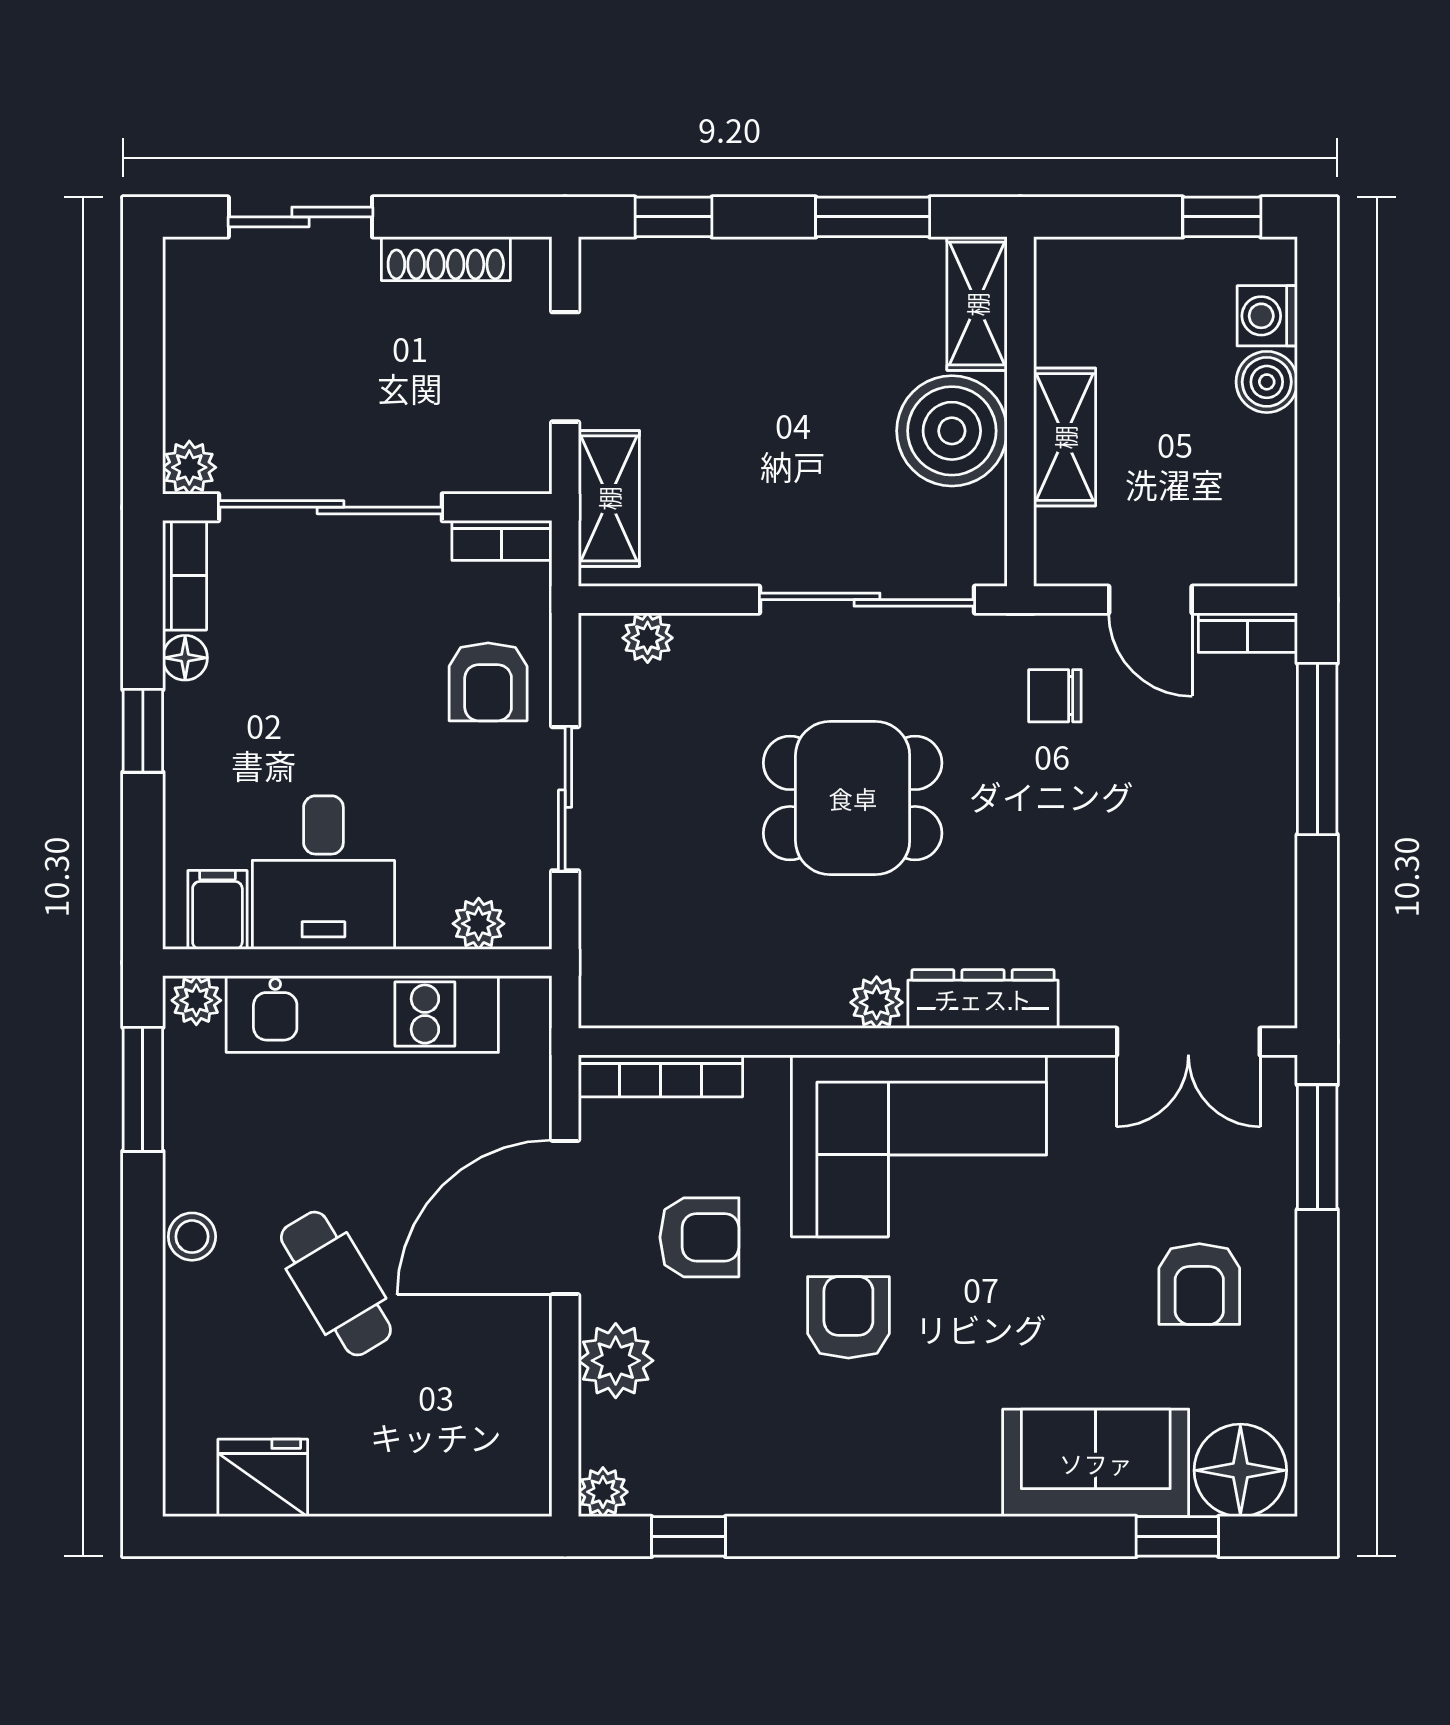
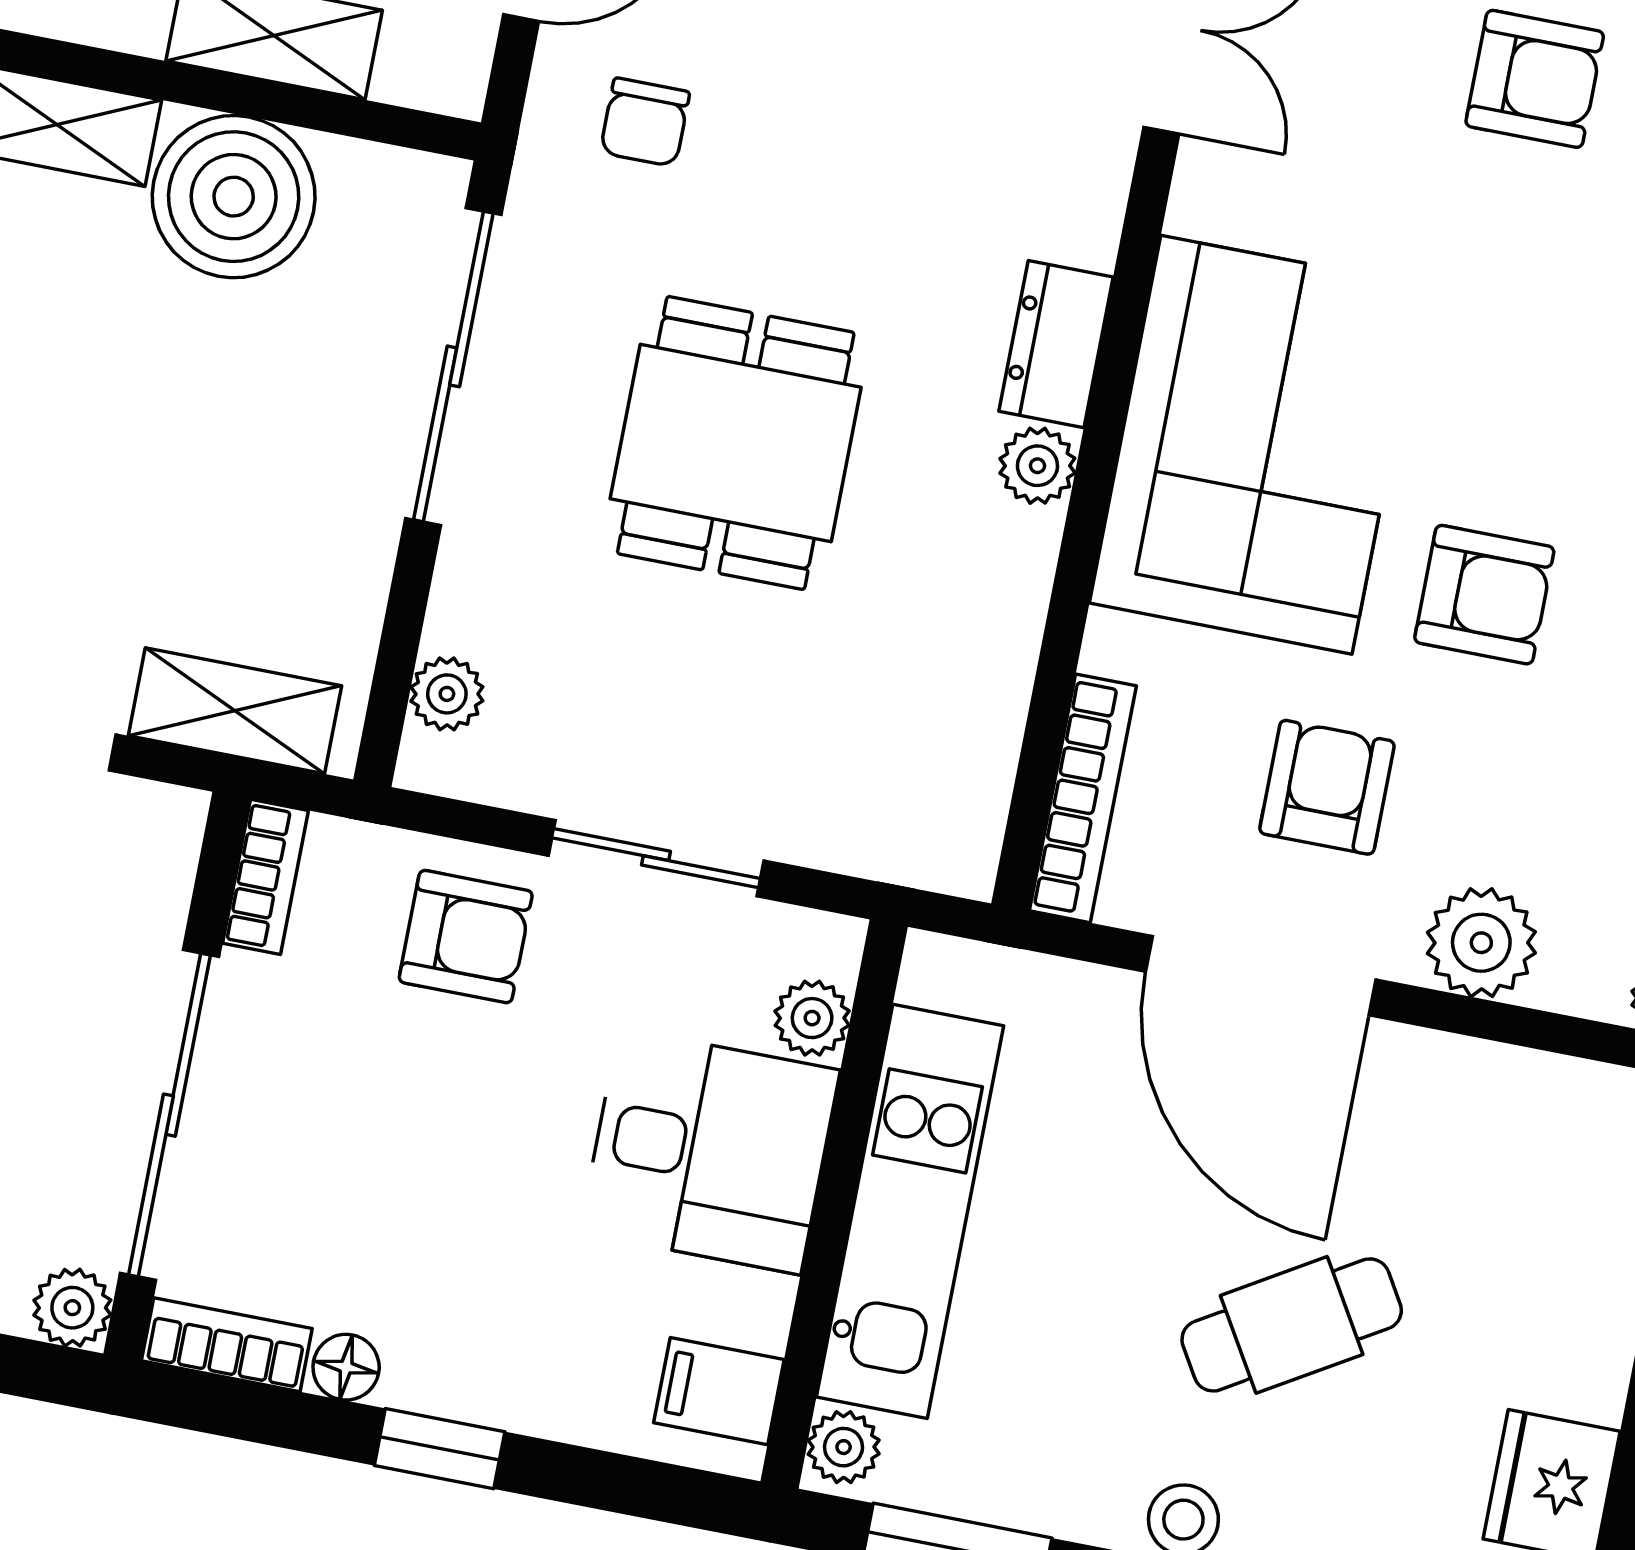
desk: (323, 873) -> (710, 1151), moved
dresser: (983, 999) -> (1056, 344), width x0.70
armchair: (848, 1317) -> (1484, 595), turned 180

